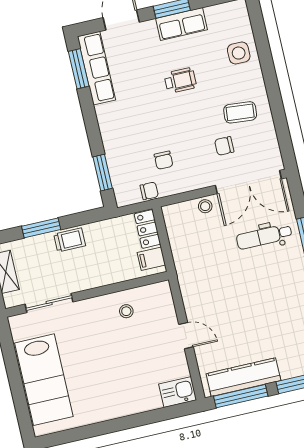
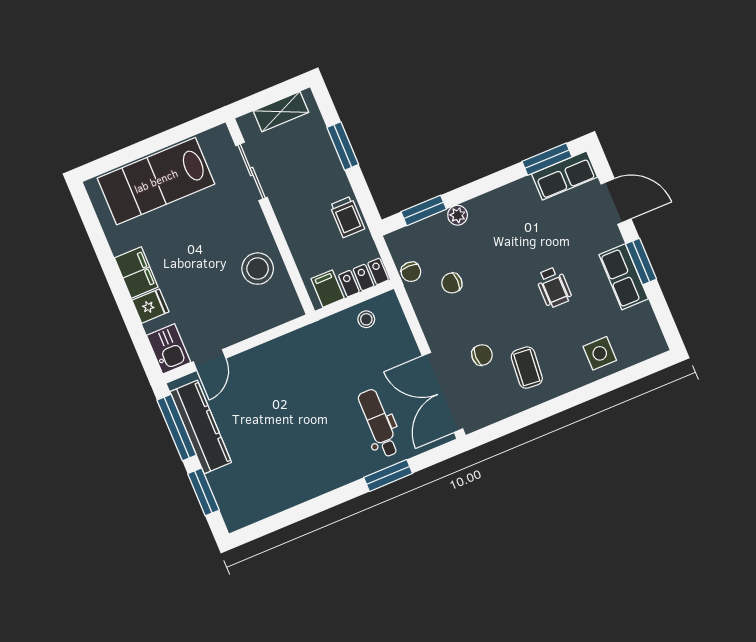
row of seats: (96, 68) -> (565, 176), width x0.68
chair: (224, 146) -> (482, 355), turned 90
plant: (111, 147) -> (458, 215), added
stool: (205, 206) -> (366, 319), moved
trolley: (70, 240) -> (347, 217), moved
stool: (126, 311) -> (258, 269), width x1.89, depth x1.89
door: (186, 336) -> (210, 360), moved
fridge: (142, 401) -> (150, 306), added
filing cabinet: (113, 407) -> (136, 272), added

